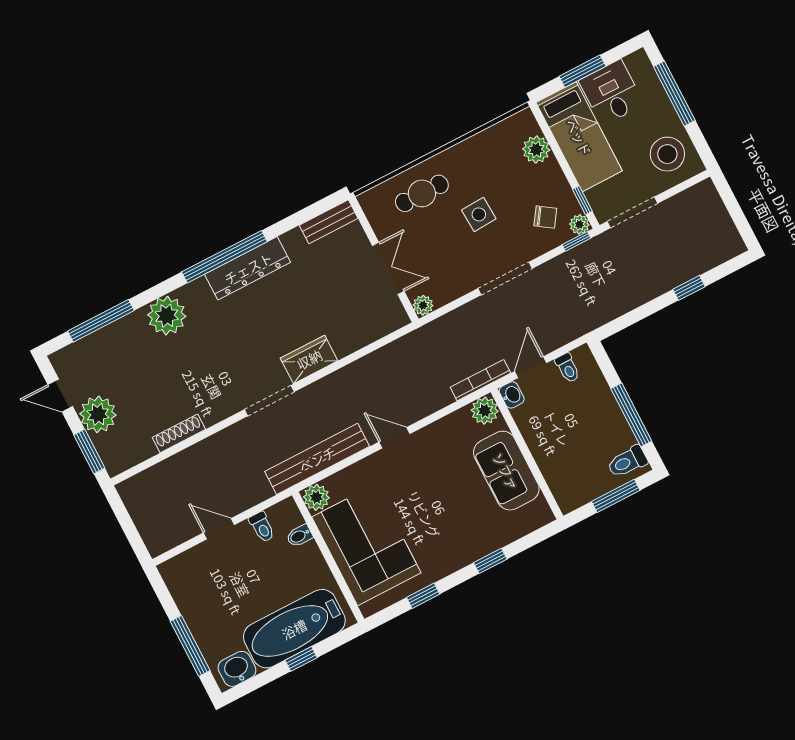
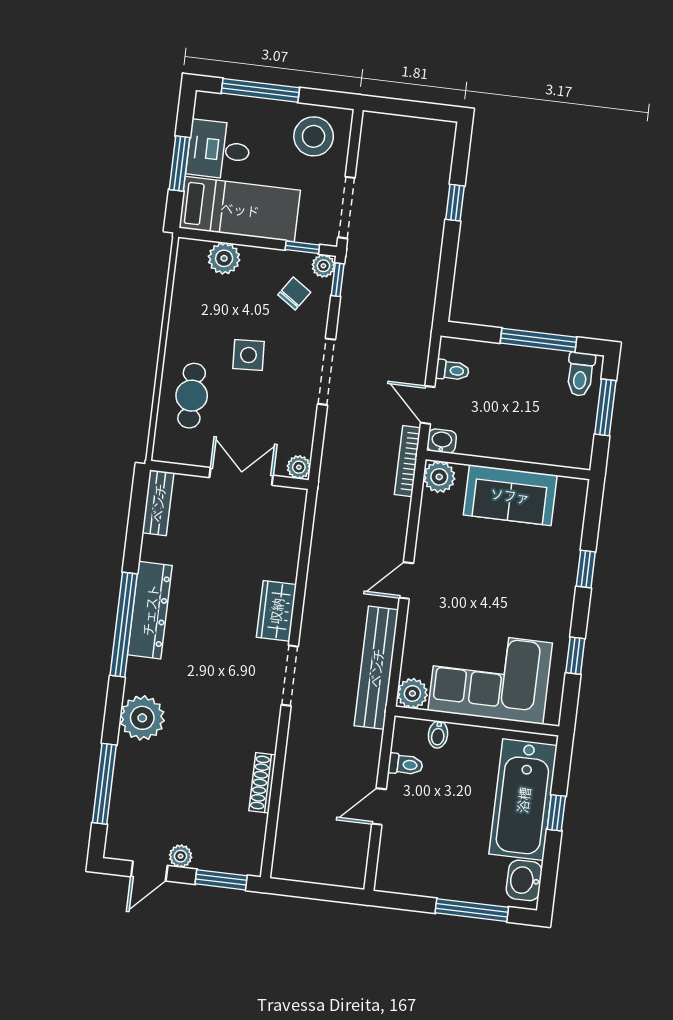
plant: (98, 414) -> (181, 856), width x0.53, depth x0.53

